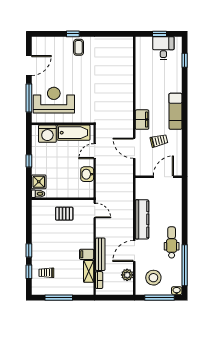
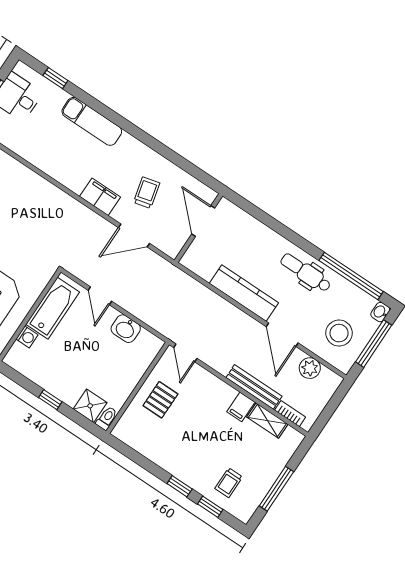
exam couch: (175, 111) -> (92, 121), moved
washing machine: (47, 134) -> (27, 337), width x0.53, depth x0.53
door: (95, 210) -> (185, 353), swing flipped

